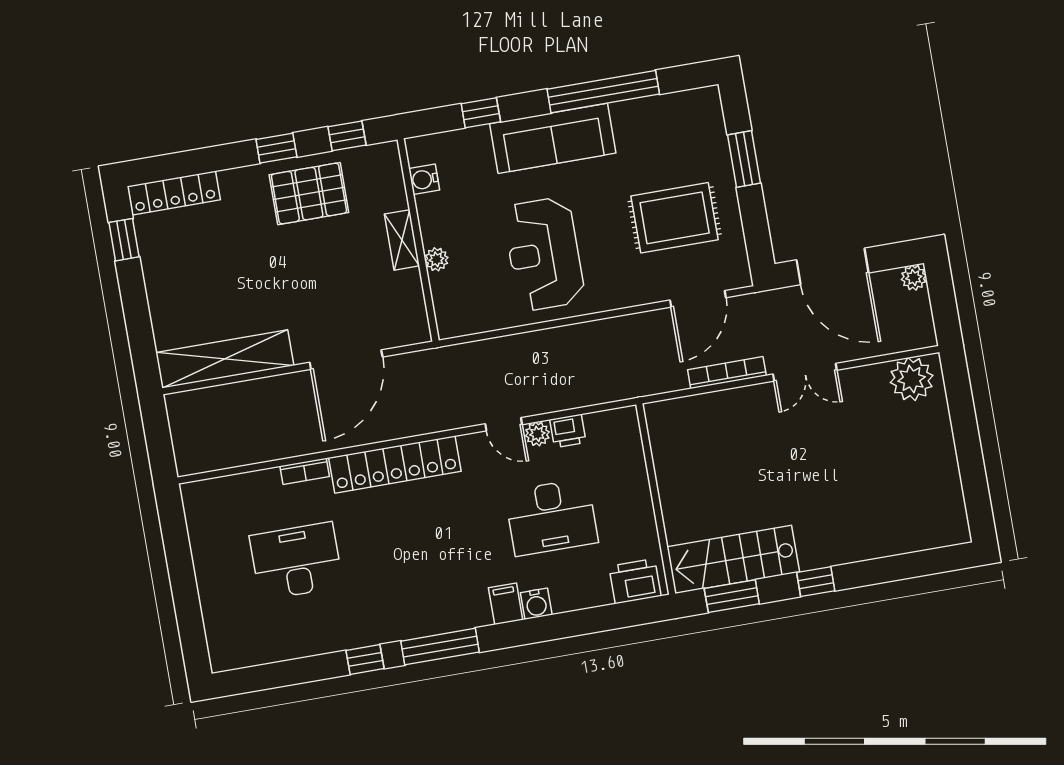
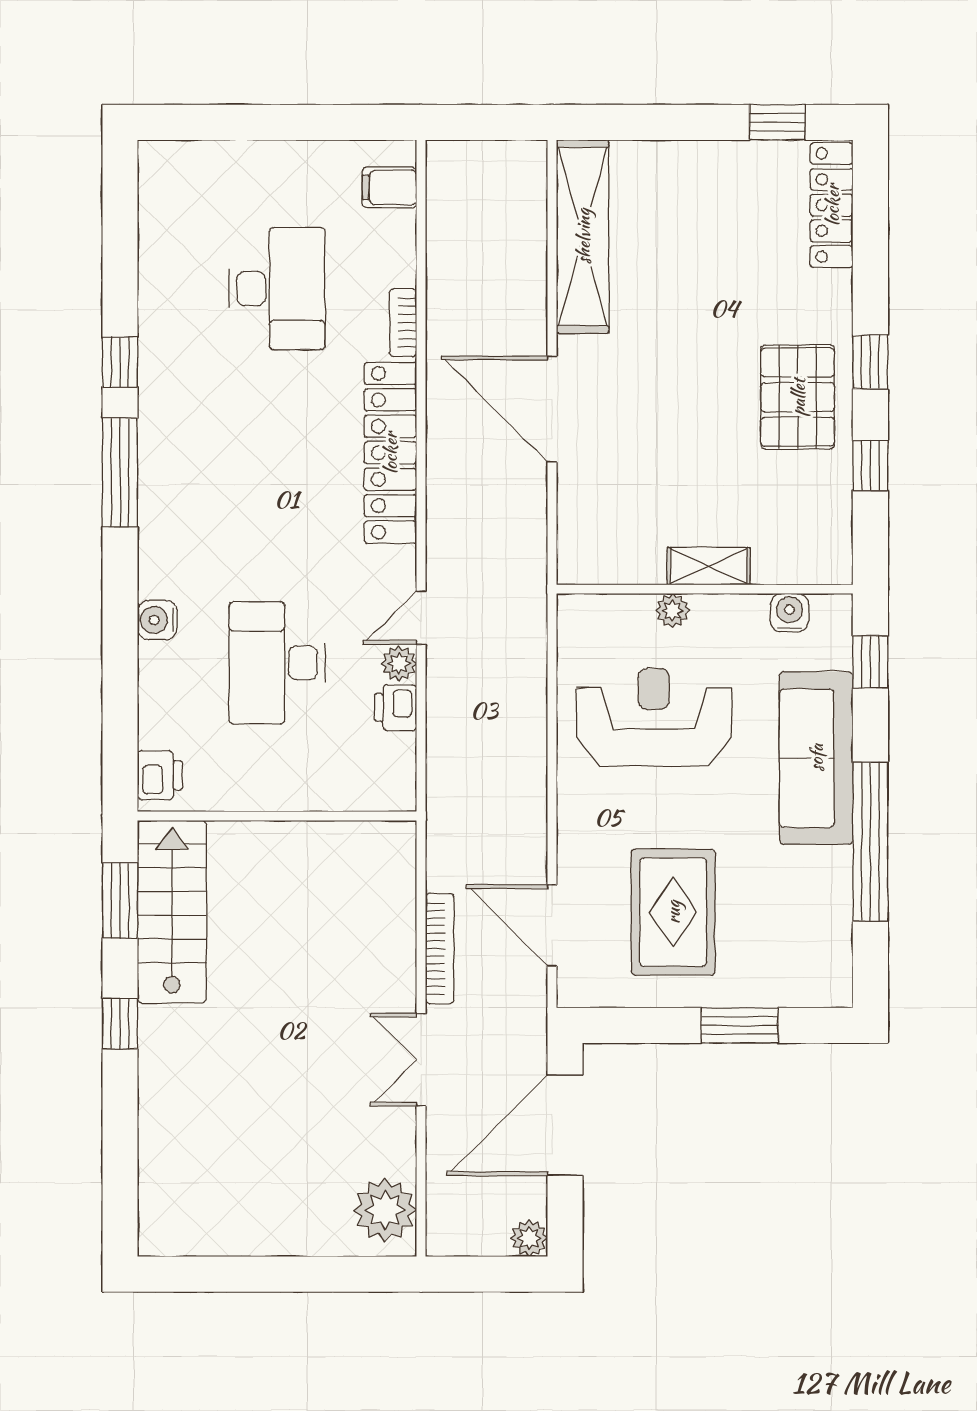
water cooler: (424, 179) -> (789, 613), moved
shelving: (402, 240) -> (709, 566), moved
wall: (418, 240) -> (705, 589), moved
plant: (436, 259) -> (672, 611), moved
printer: (635, 581) -> (160, 775), width x0.73, depth x0.81
filing cabinet: (506, 604) -> (389, 187), moved, turned 180

